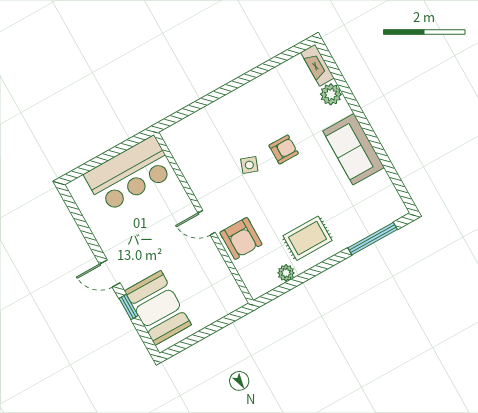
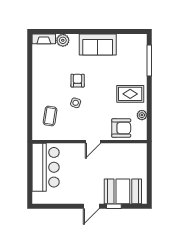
coffee table: (209, 138) -> (50, 116), added
armchair: (241, 238) -> (121, 128), moved
rug: (308, 238) -> (130, 94), turned 90

